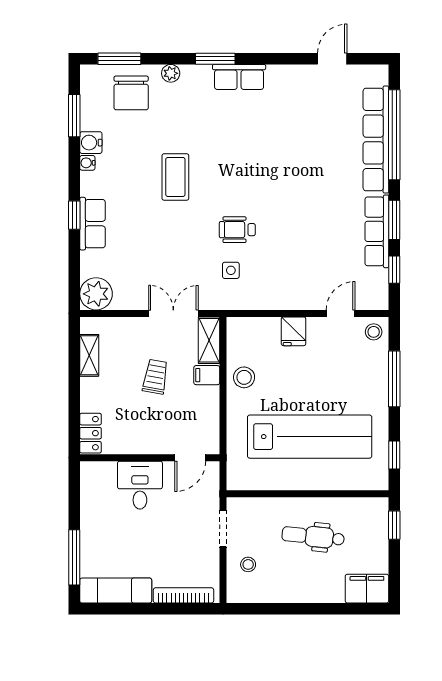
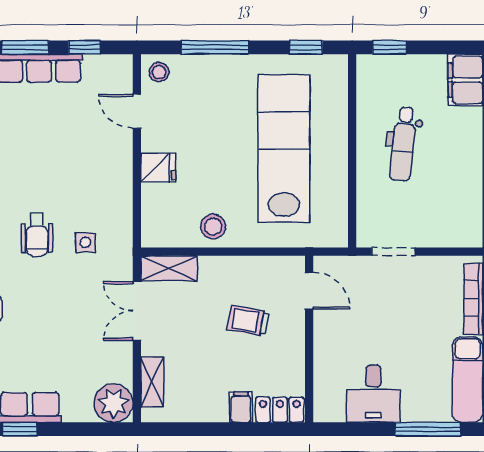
shelving: (89, 355) -> (152, 382), moved, turned 90
filing cabinet: (207, 375) -> (241, 407), moved, turned 180
trolley: (155, 377) -> (248, 321), moved
desk: (140, 485) -> (373, 394), moved, turned -90
stool: (248, 564) -> (436, 222), removed

